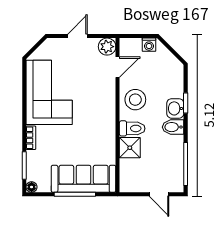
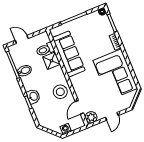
bidet: (173, 127) -> (24, 71), moved
toilet: (132, 128) -> (45, 49), moved
sofa: (84, 179) -> (69, 54), moved, turned -90

